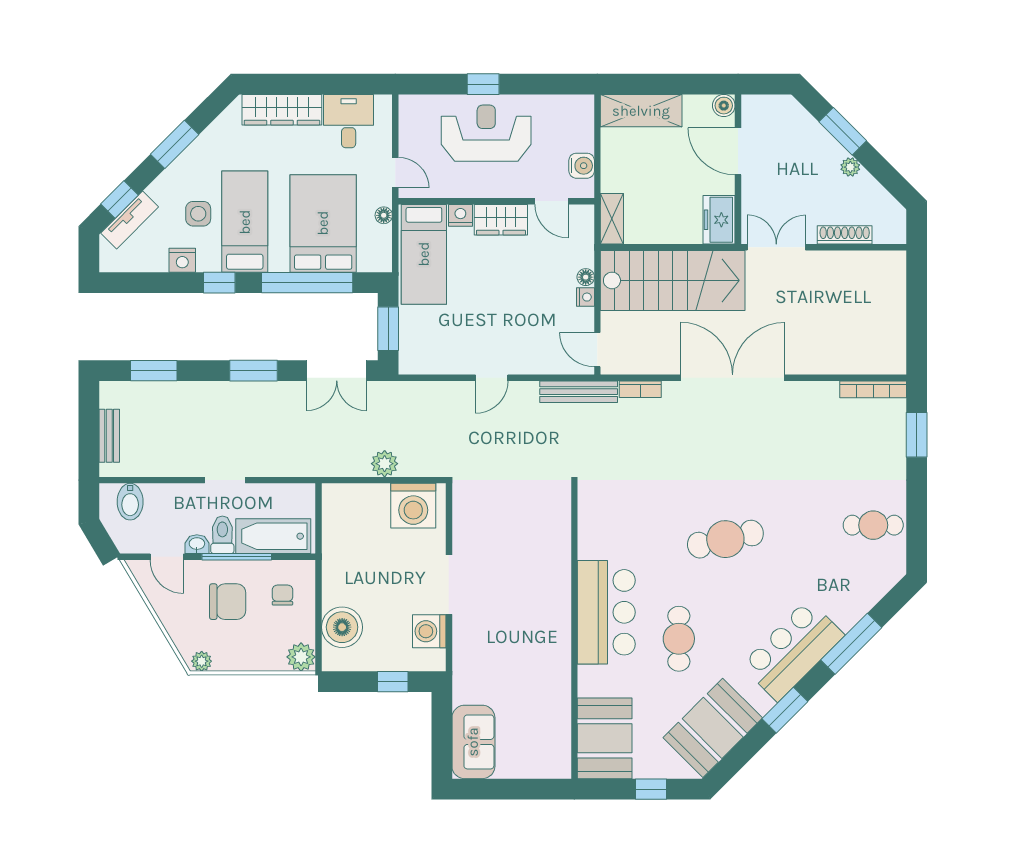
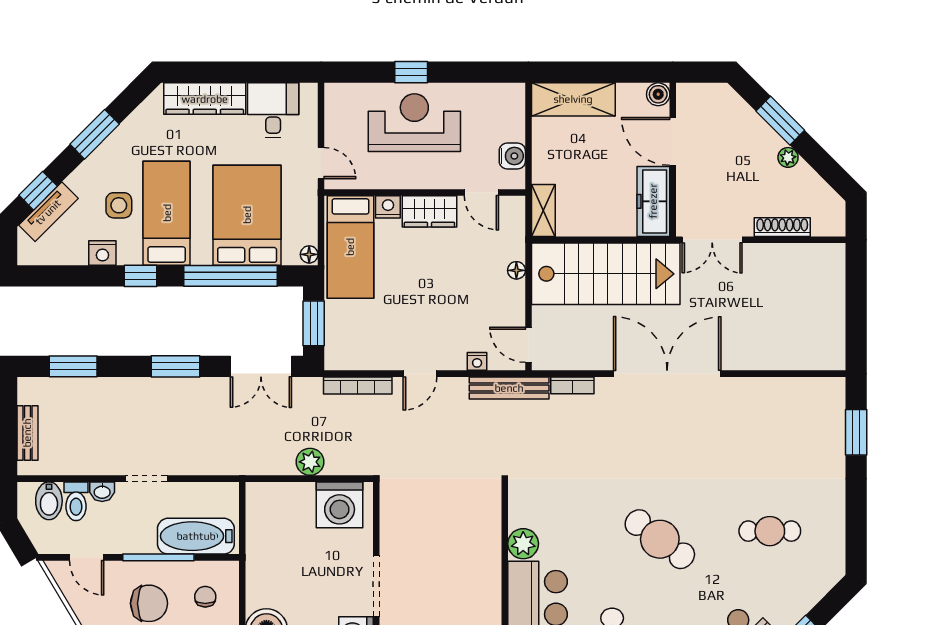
floor lamp: (384, 215) -> (309, 254), moved
freezer: (719, 220) -> (653, 201), width x1.40
double door: (776, 247) -> (712, 240), swing flipped
nightstand: (586, 297) -> (477, 361), moved, turned 90
bookcase: (873, 389) -> (358, 386), moved
cafe table: (873, 525) -> (770, 531), moved
toilet: (222, 535) -> (76, 501), moved, turned 180
cafe table: (725, 539) -> (660, 539), turned 50
washbasin: (197, 544) -> (102, 492), moved, turned 180
plant: (592, 544) -> (523, 544), added

